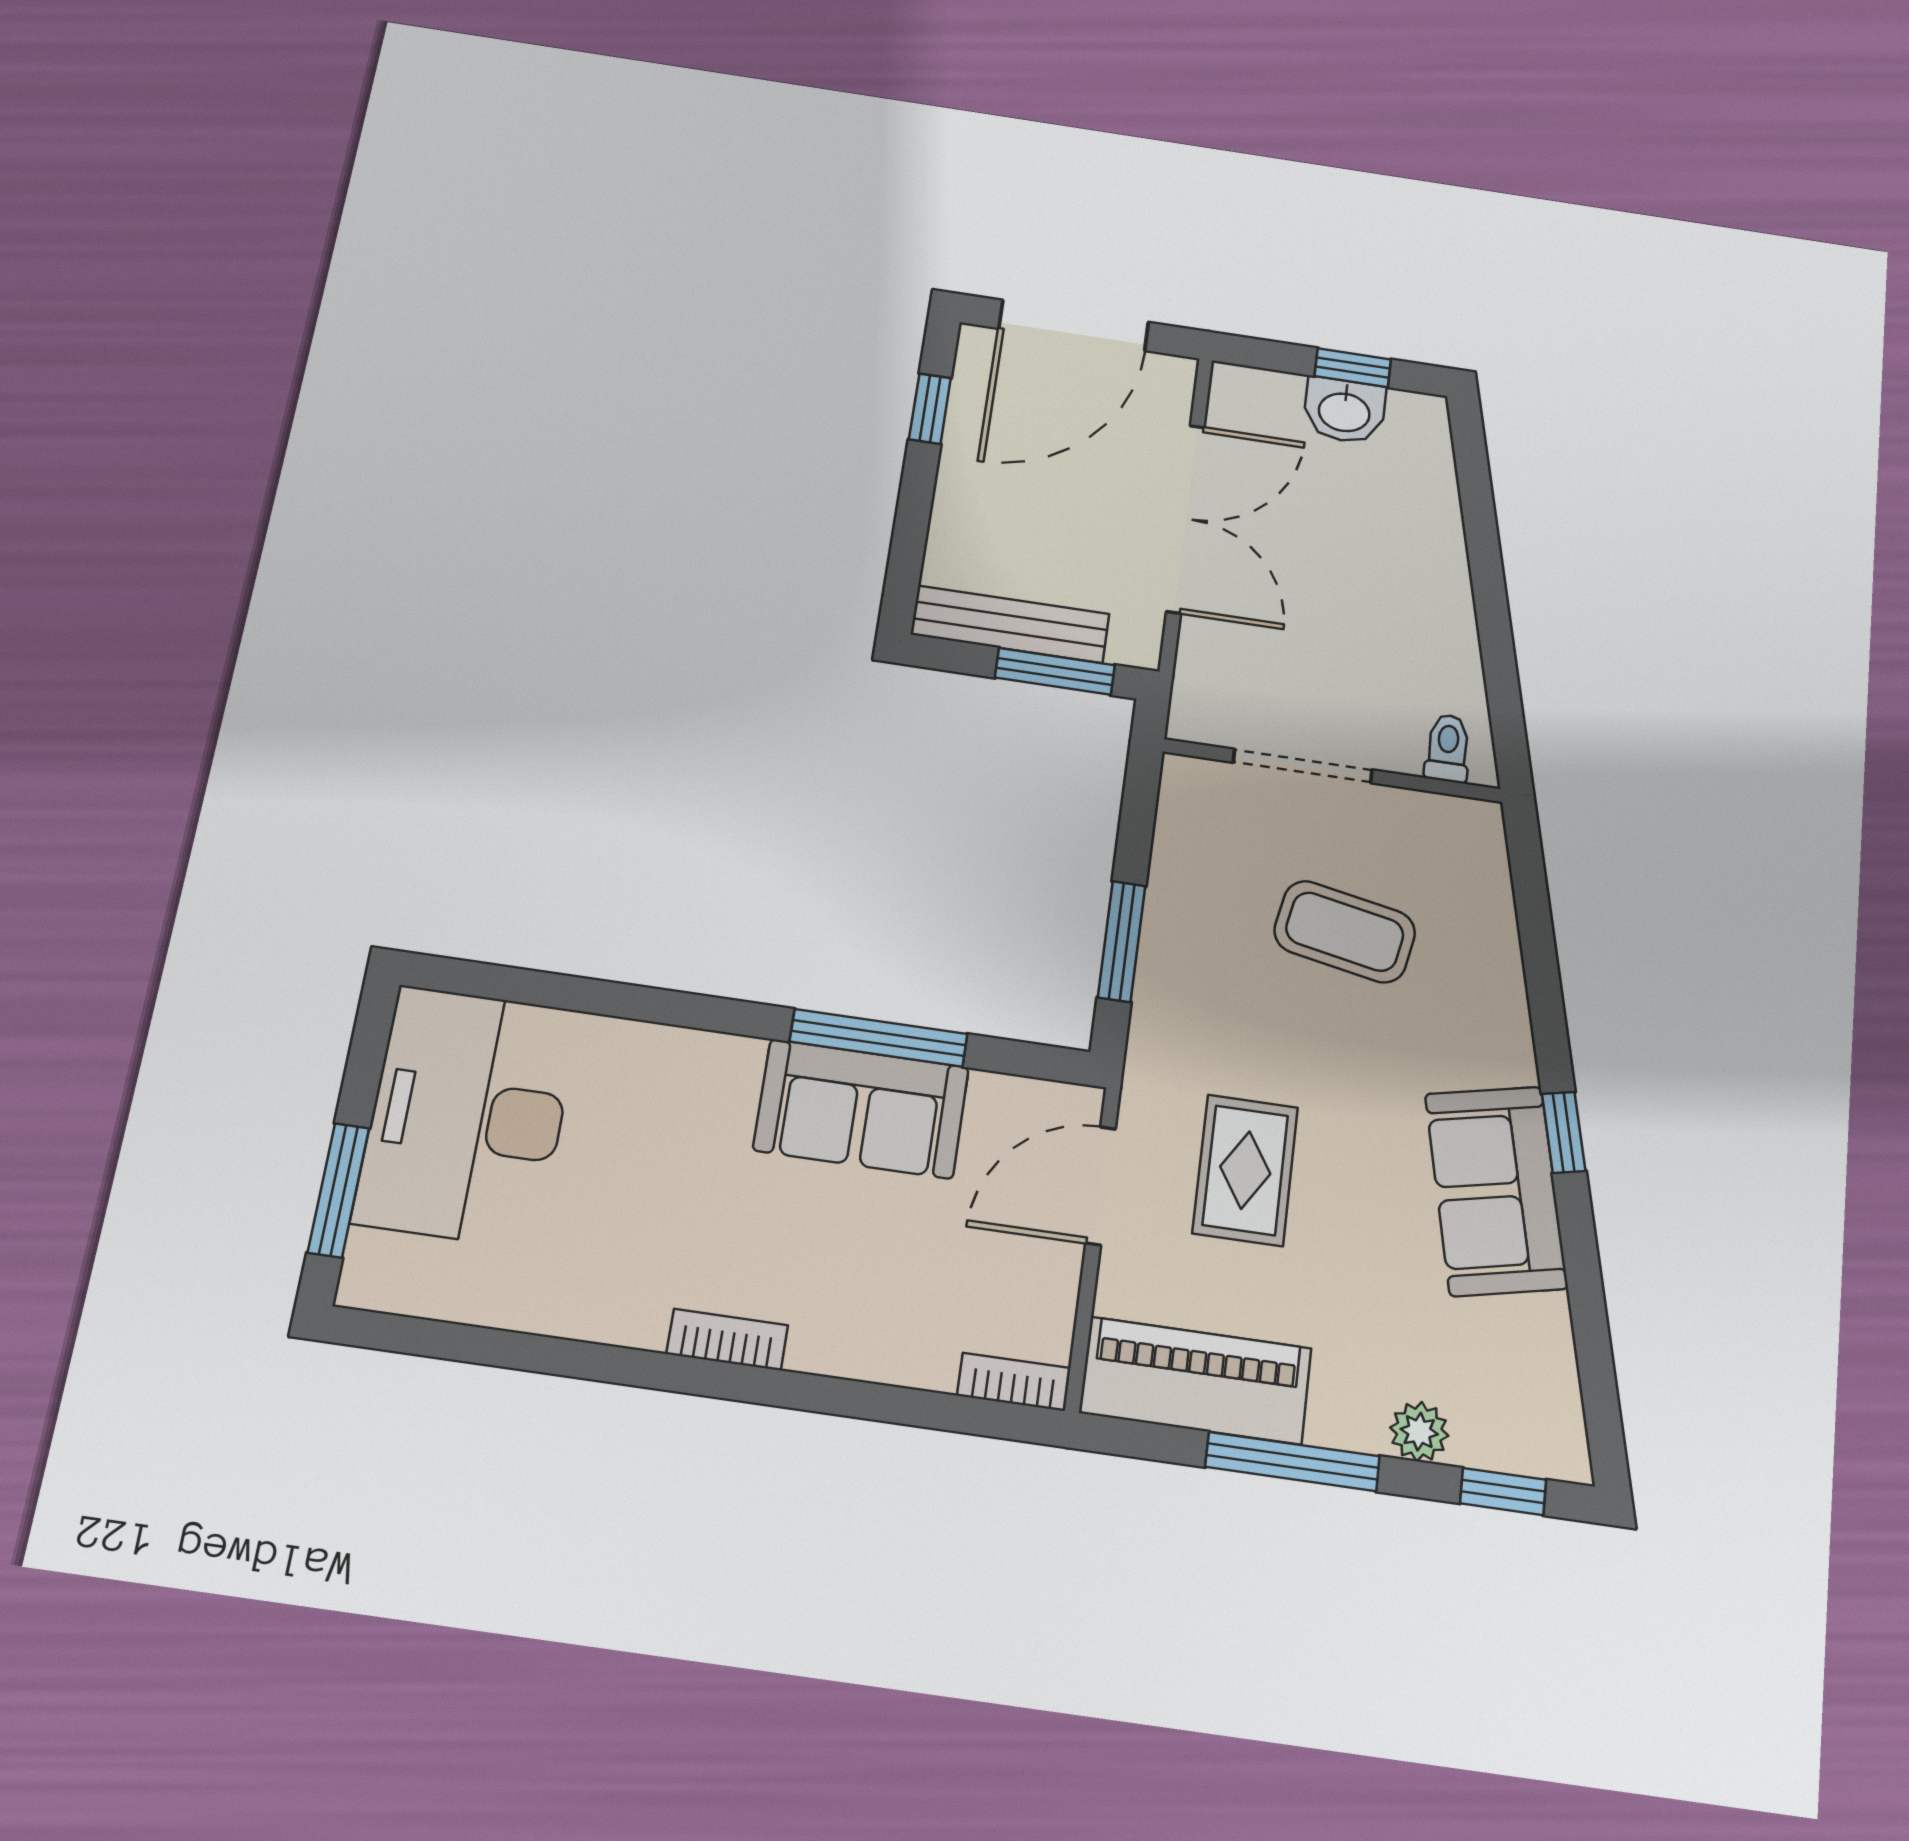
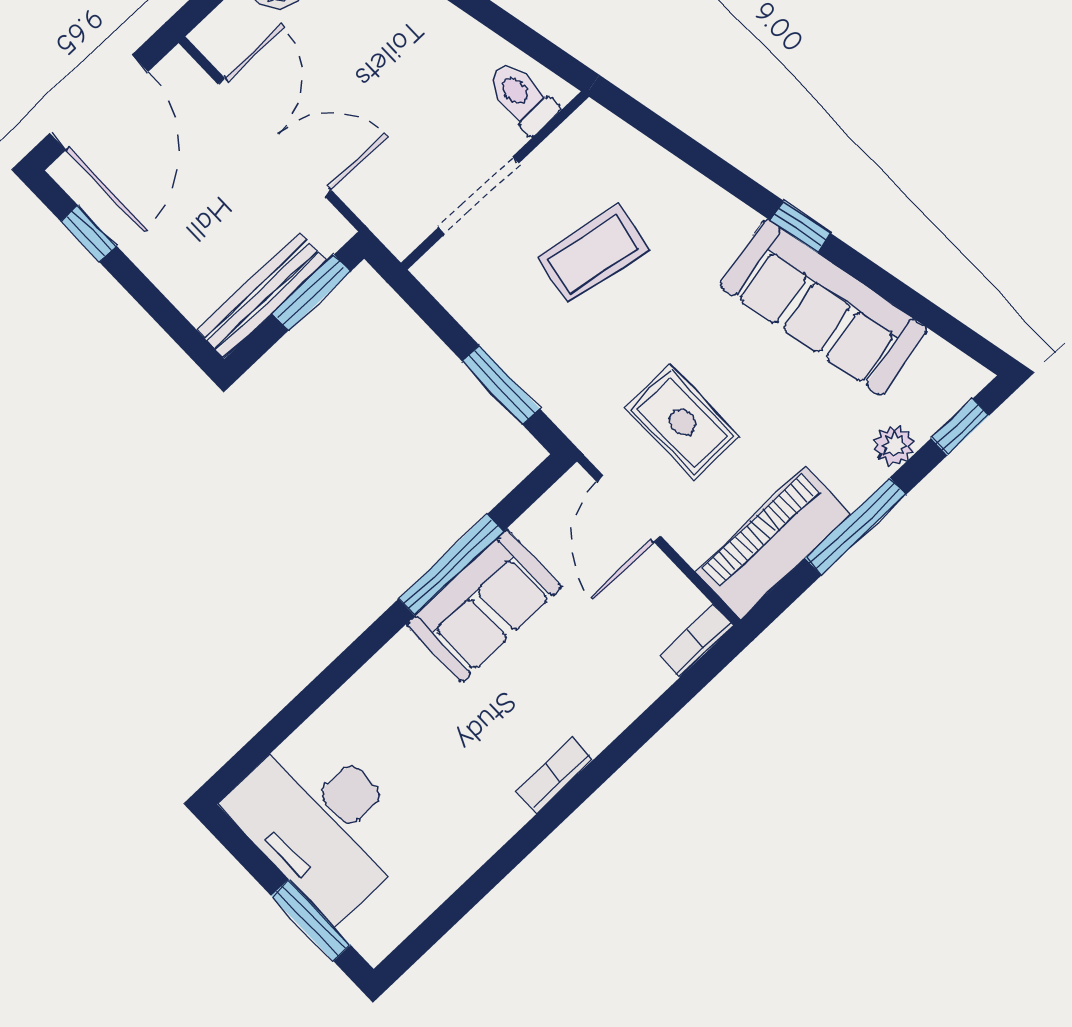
toilet: (1448, 748) -> (522, 98), width x1.37, depth x1.39
sofa: (1496, 1191) -> (824, 307), width x1.36

